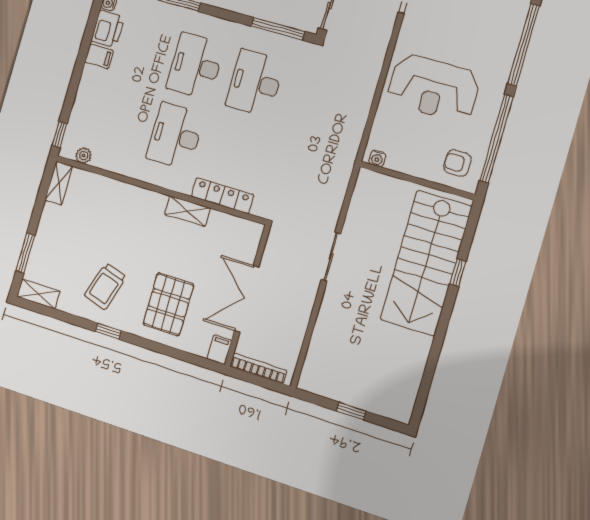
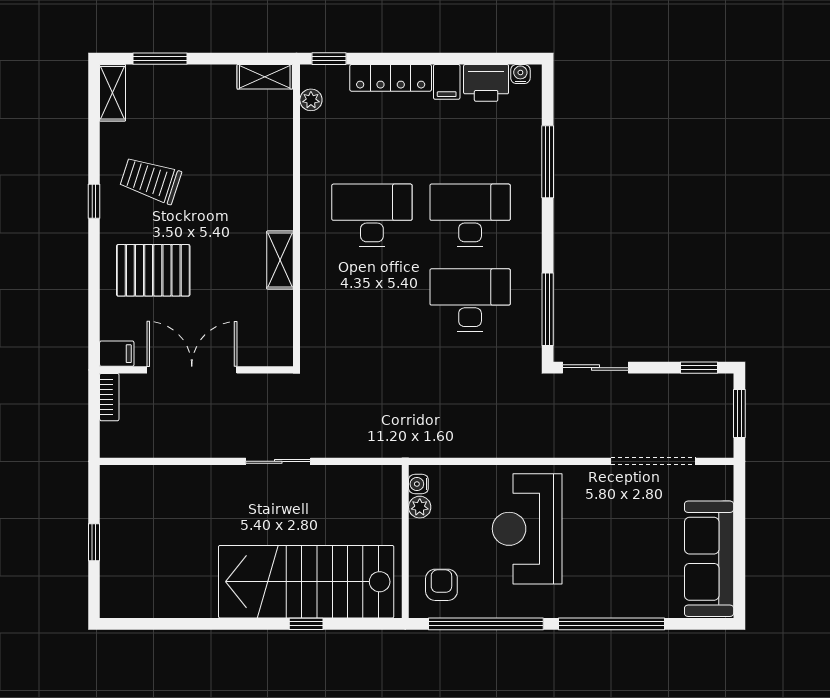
plant: (395, 162) -> (420, 507), added
locker: (222, 196) -> (391, 78), moved, turned 90
bookcase: (258, 368) -> (109, 397), width x0.64

